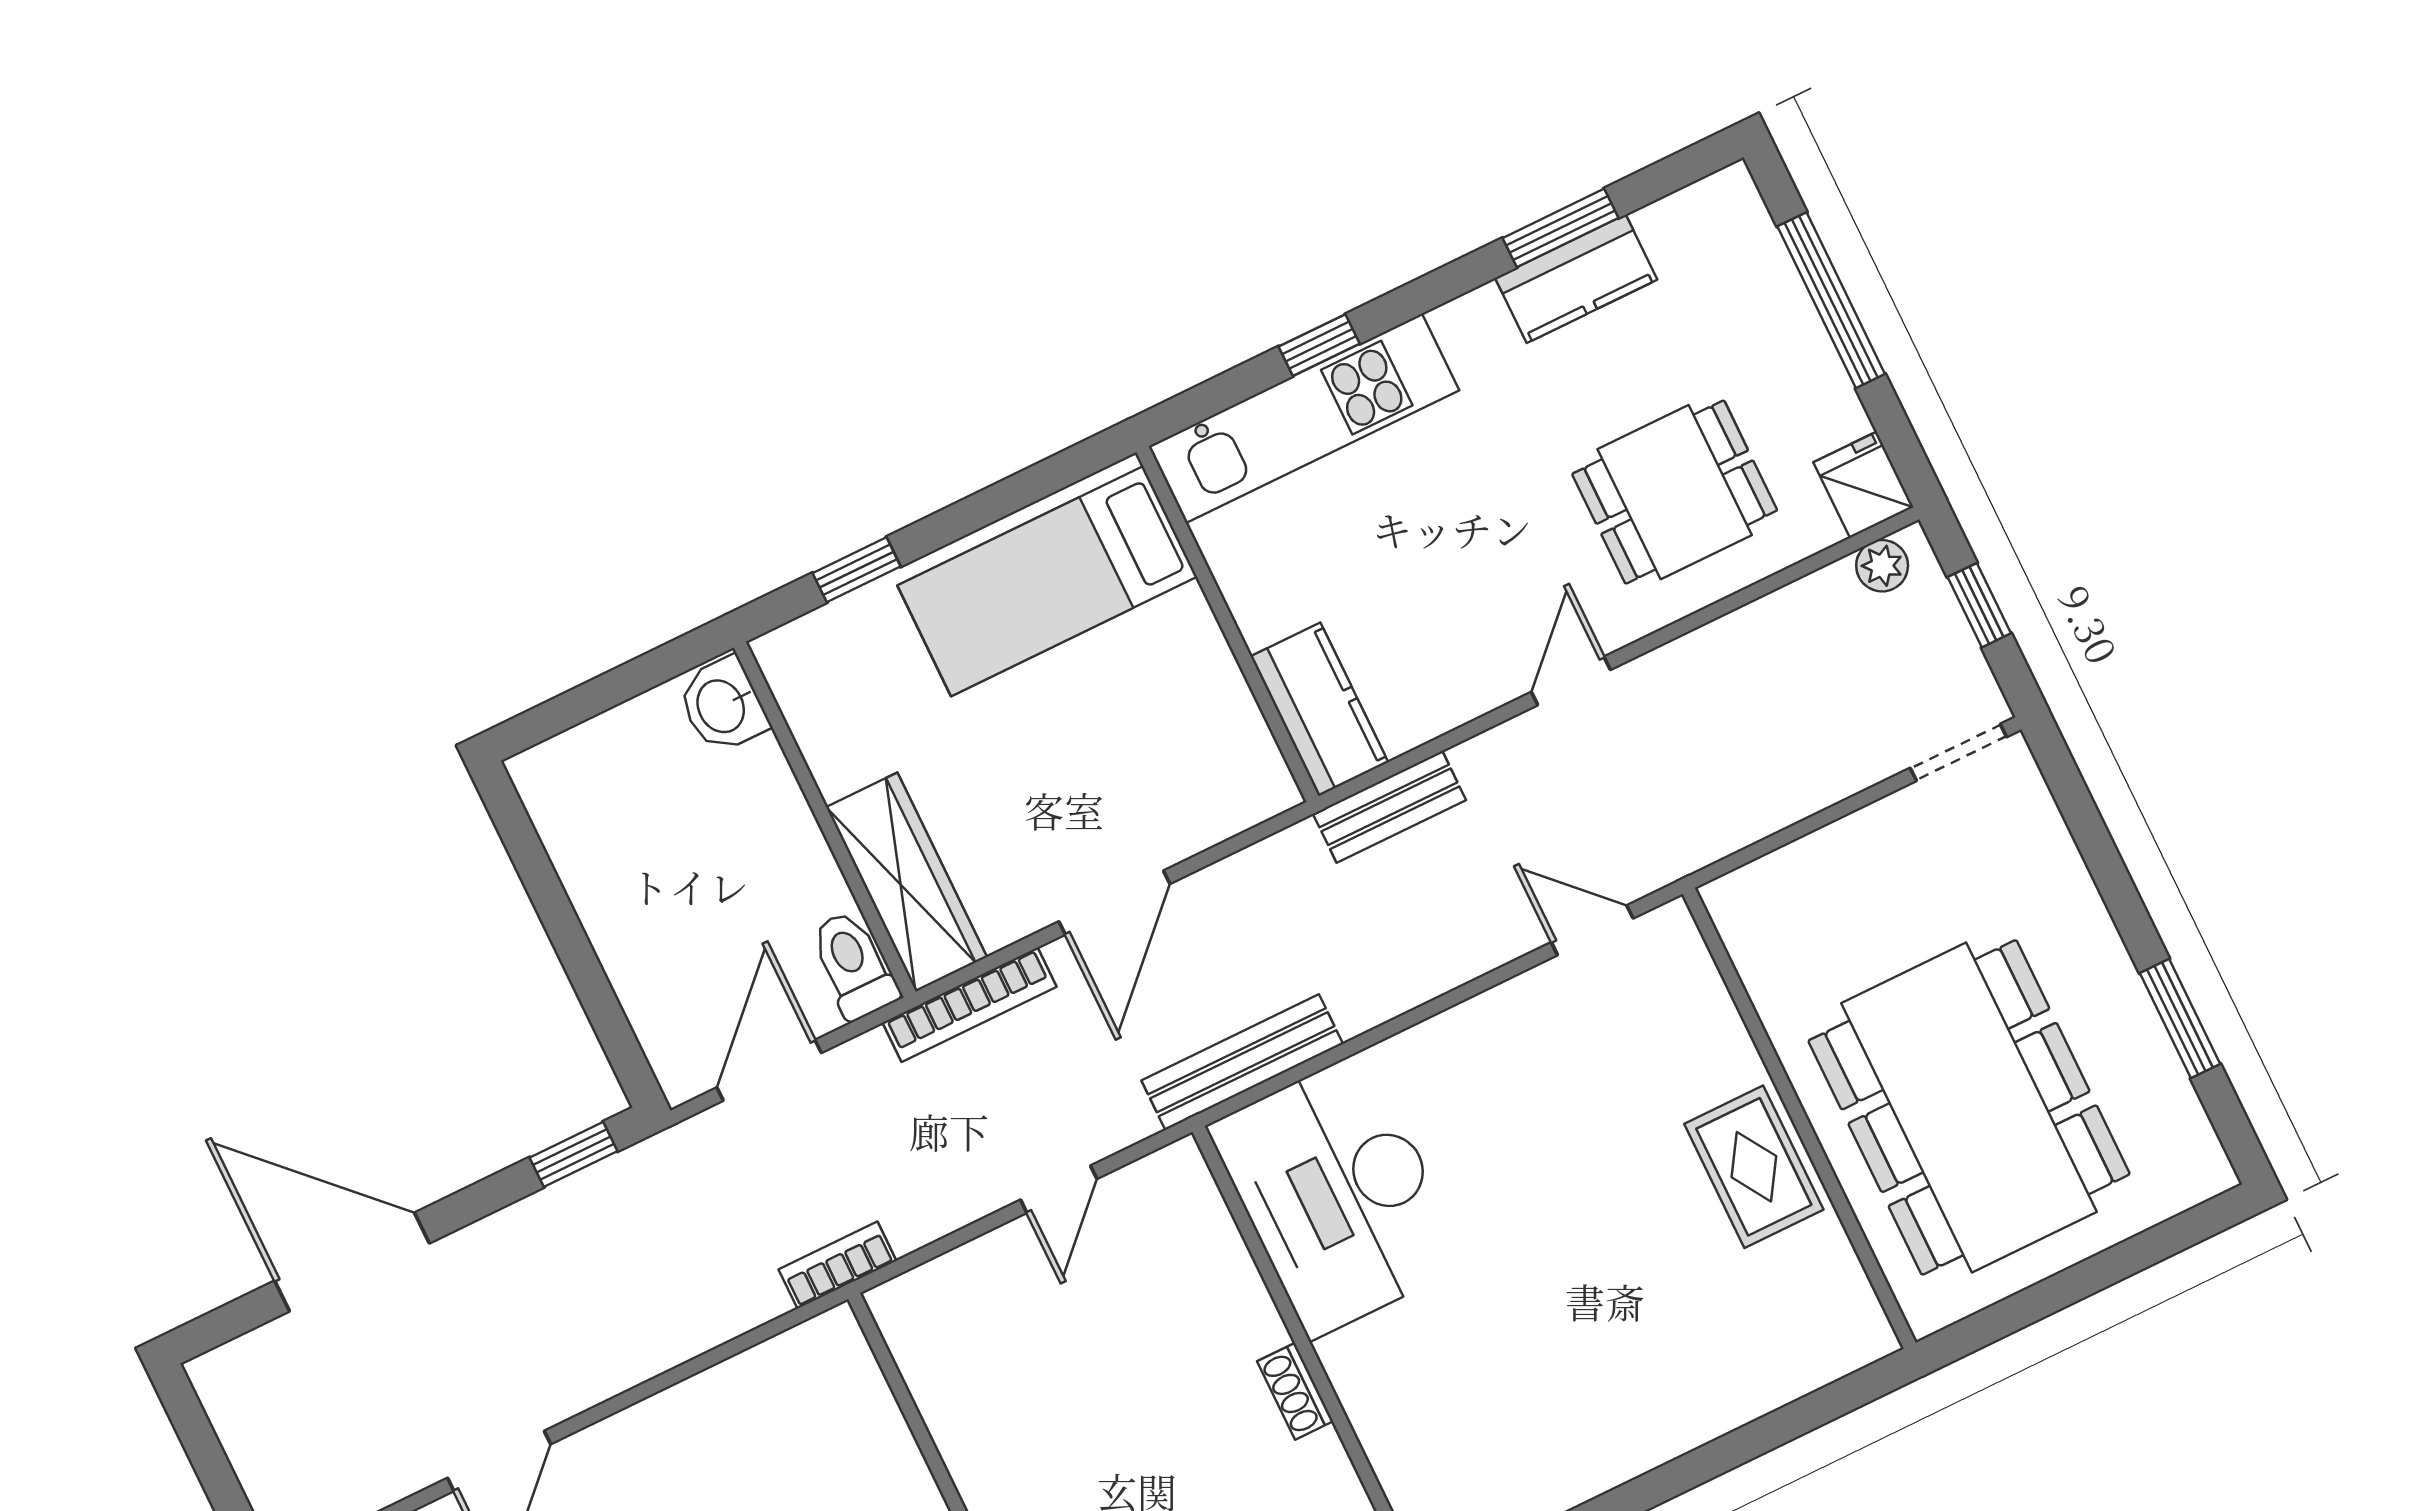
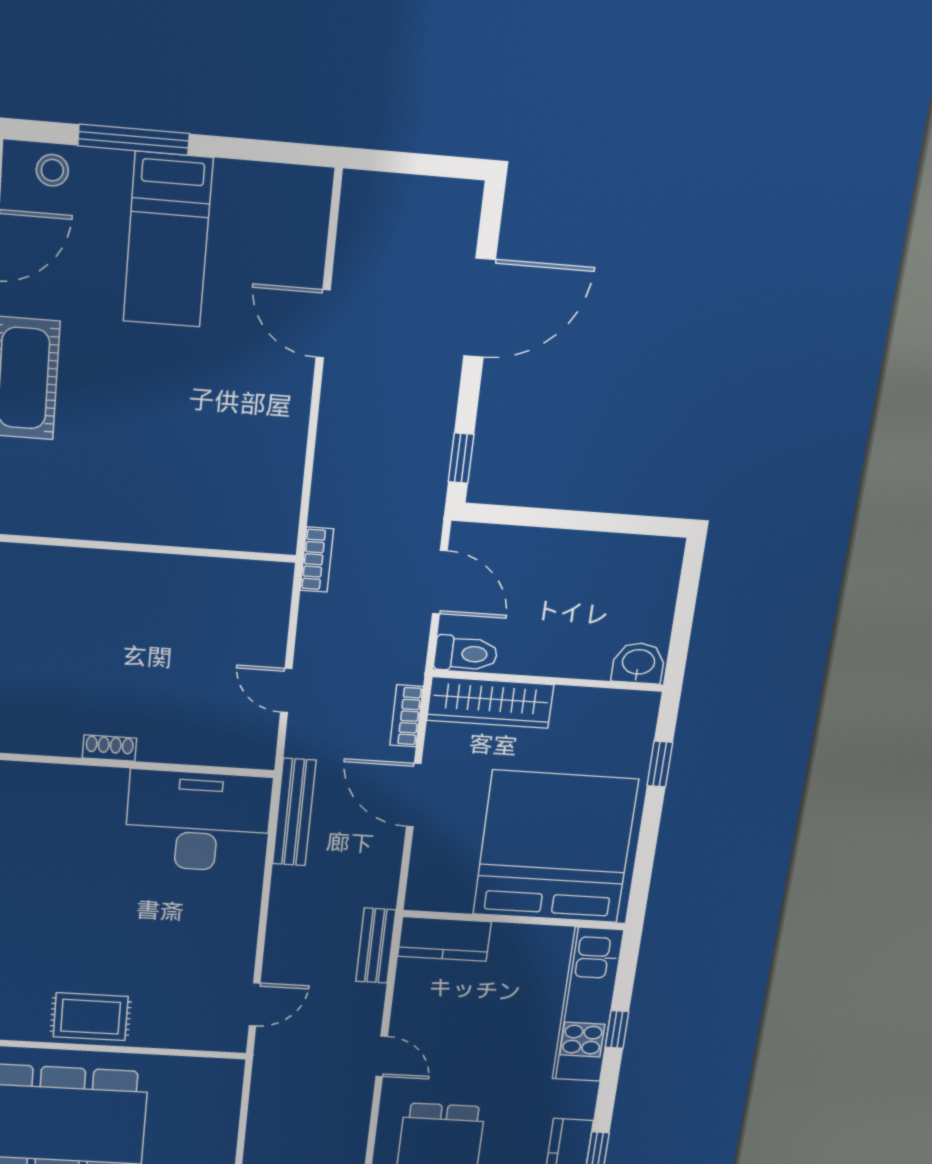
bed: (1047, 581) -> (555, 847), width x2.04
bookcase: (970, 1005) -> (406, 716), width x0.64

